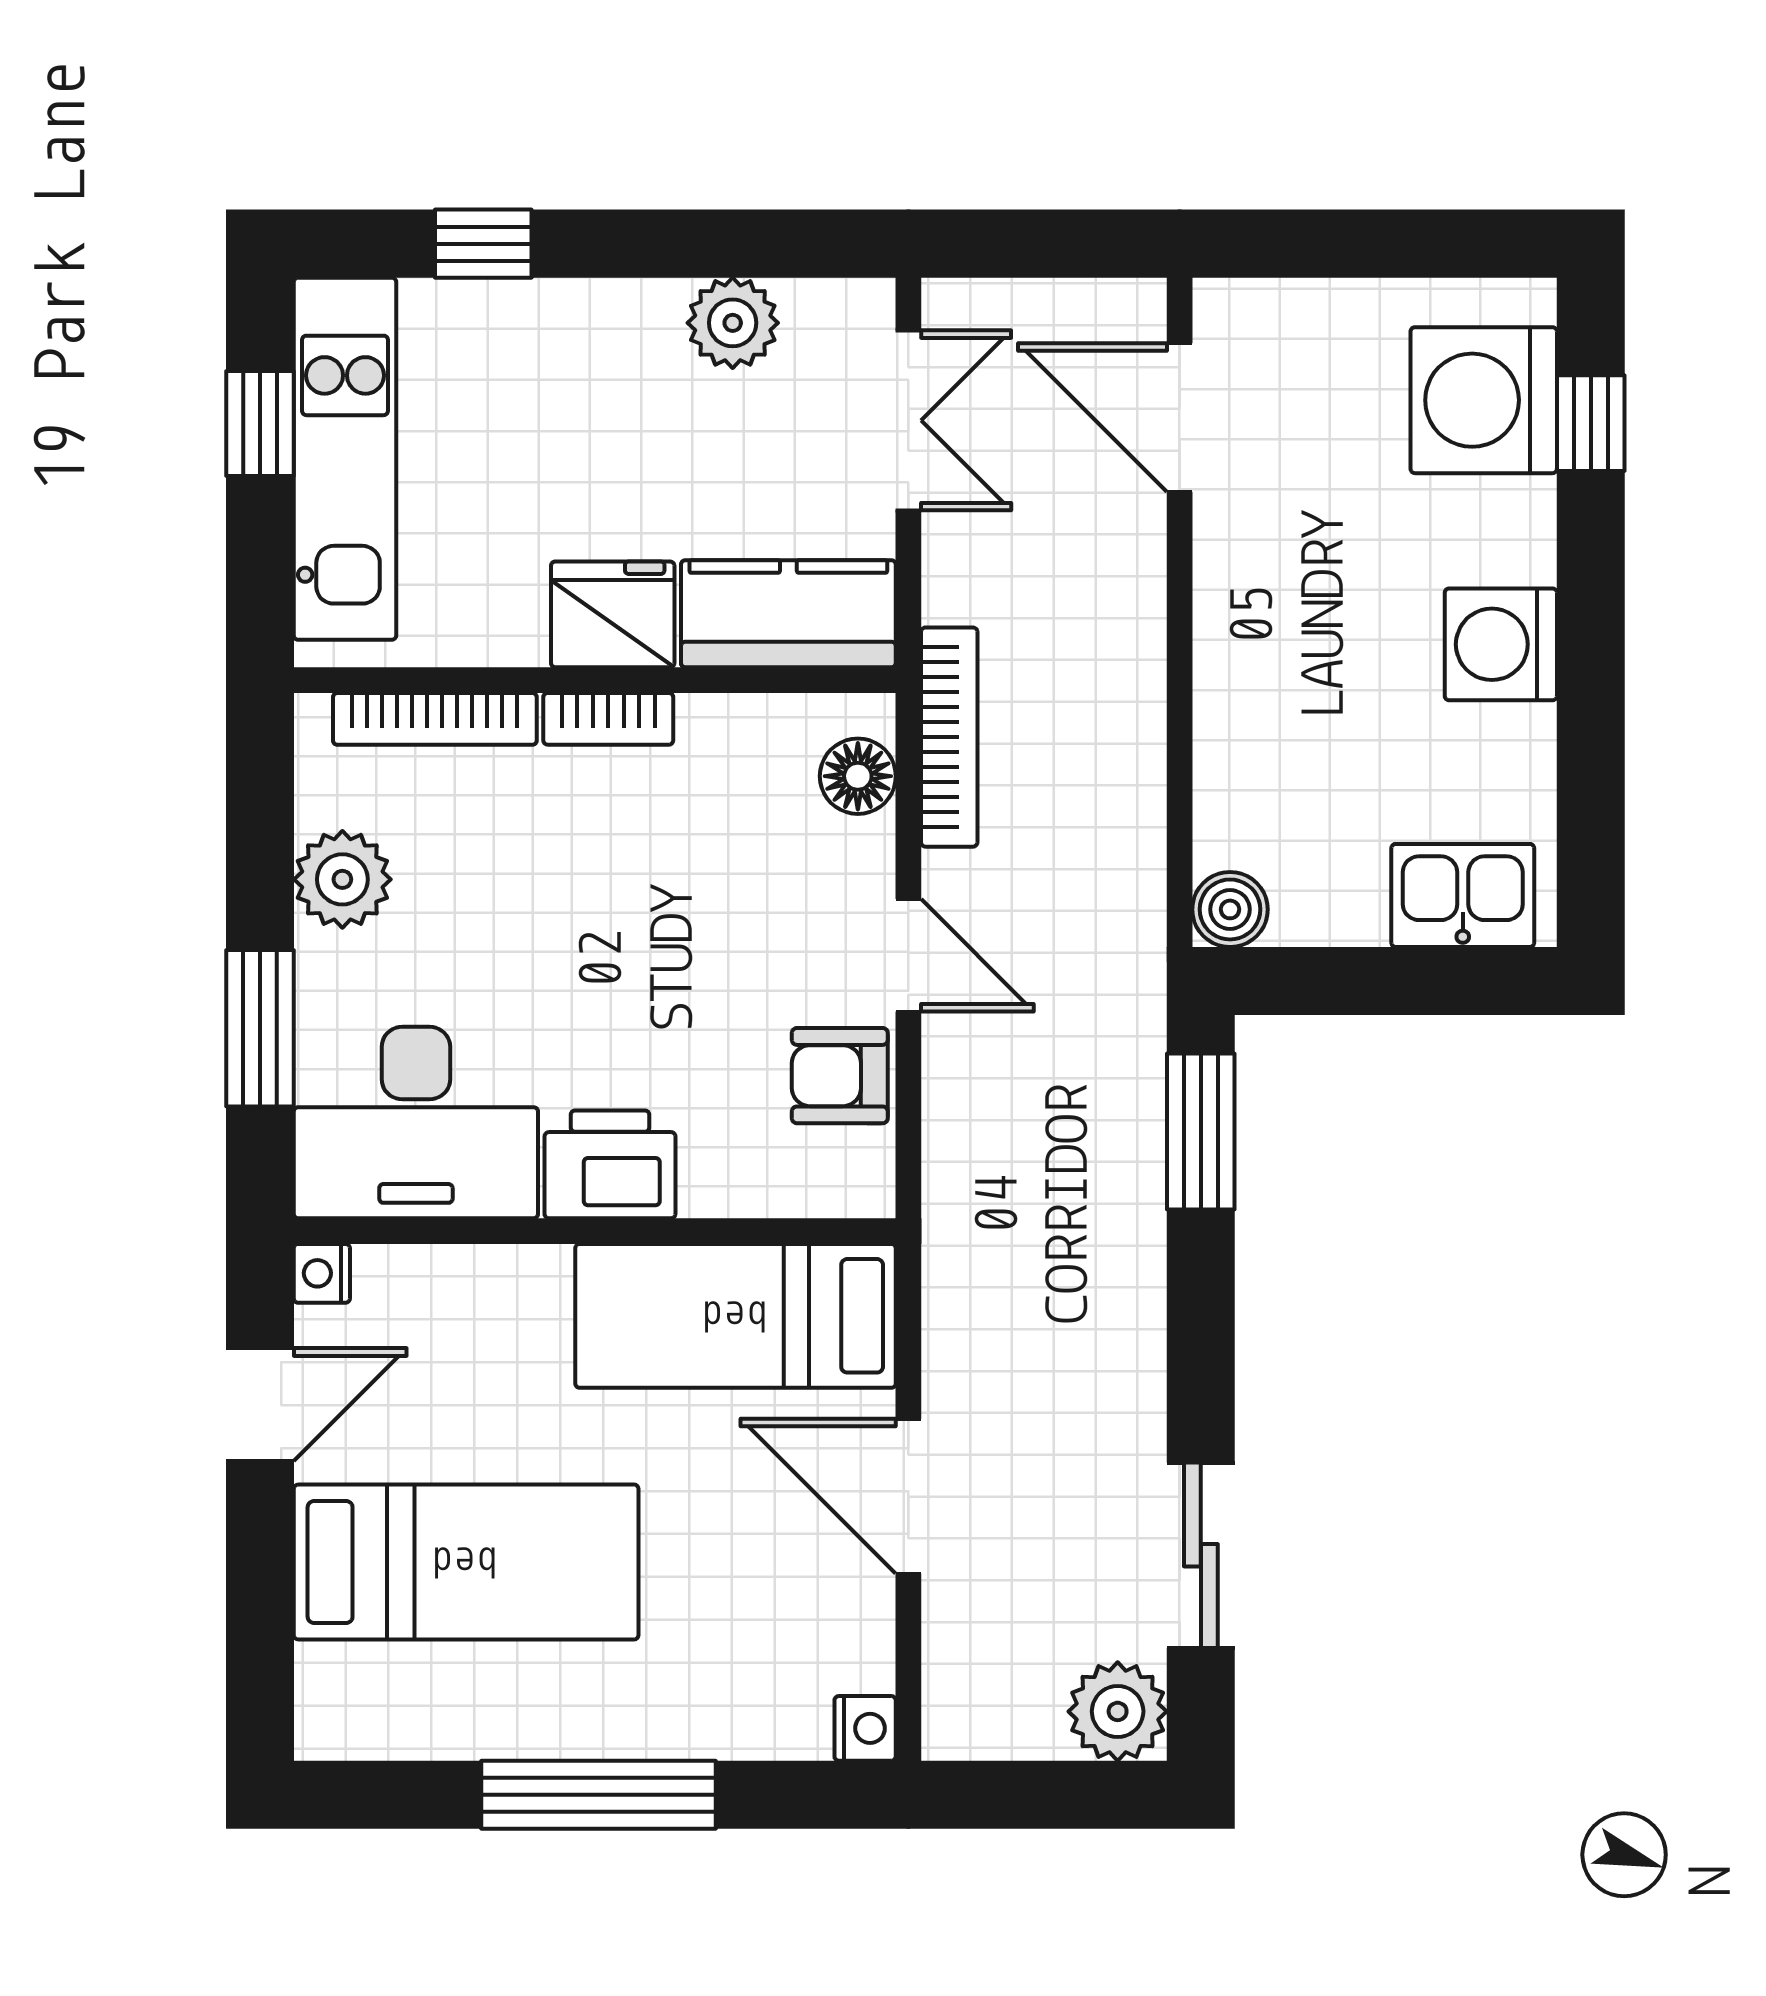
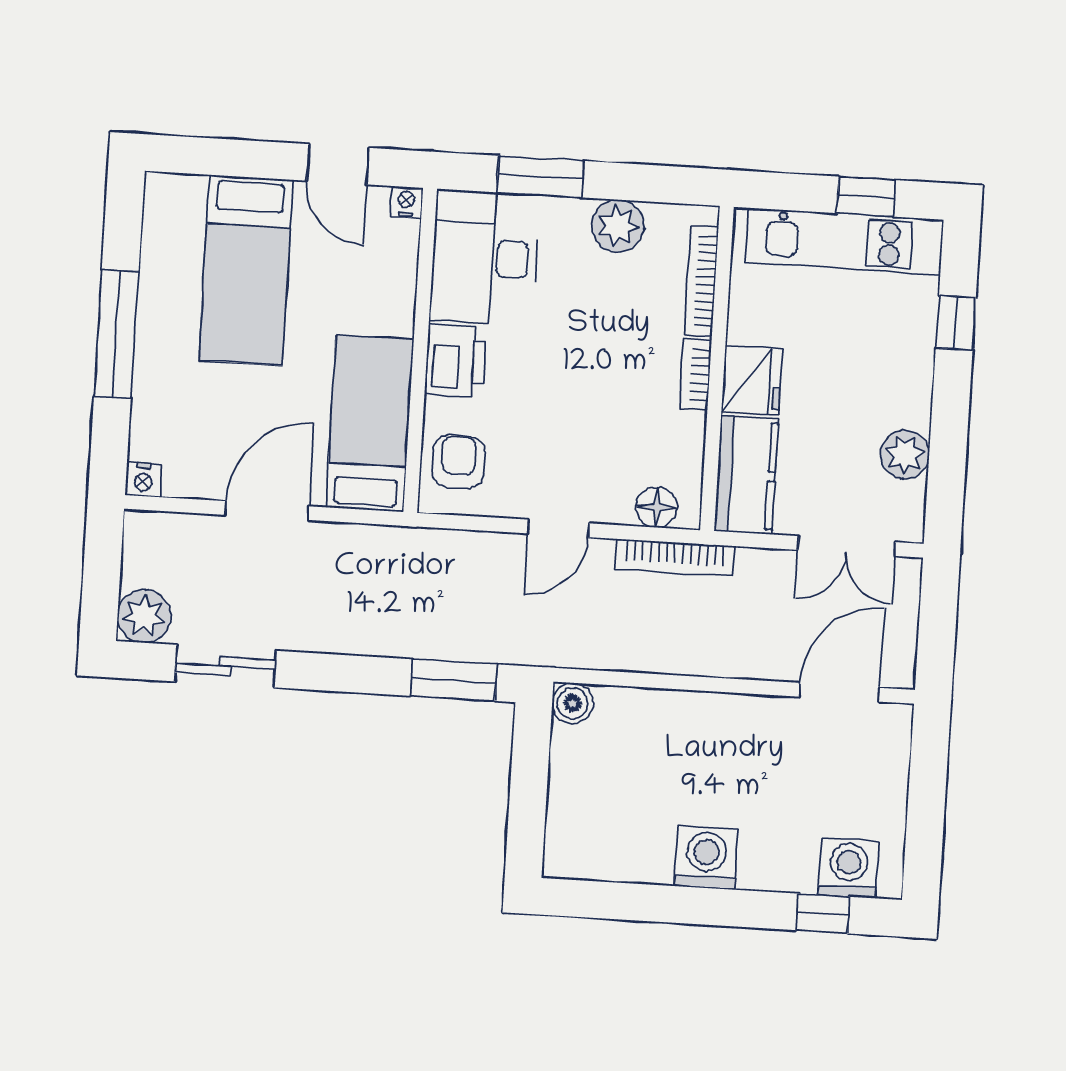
washing machine: (1484, 400) -> (848, 868), width x0.73, depth x0.73
kitchen sink: (1463, 895) -> (572, 829), removed
armchair: (840, 1076) -> (458, 462), moved

